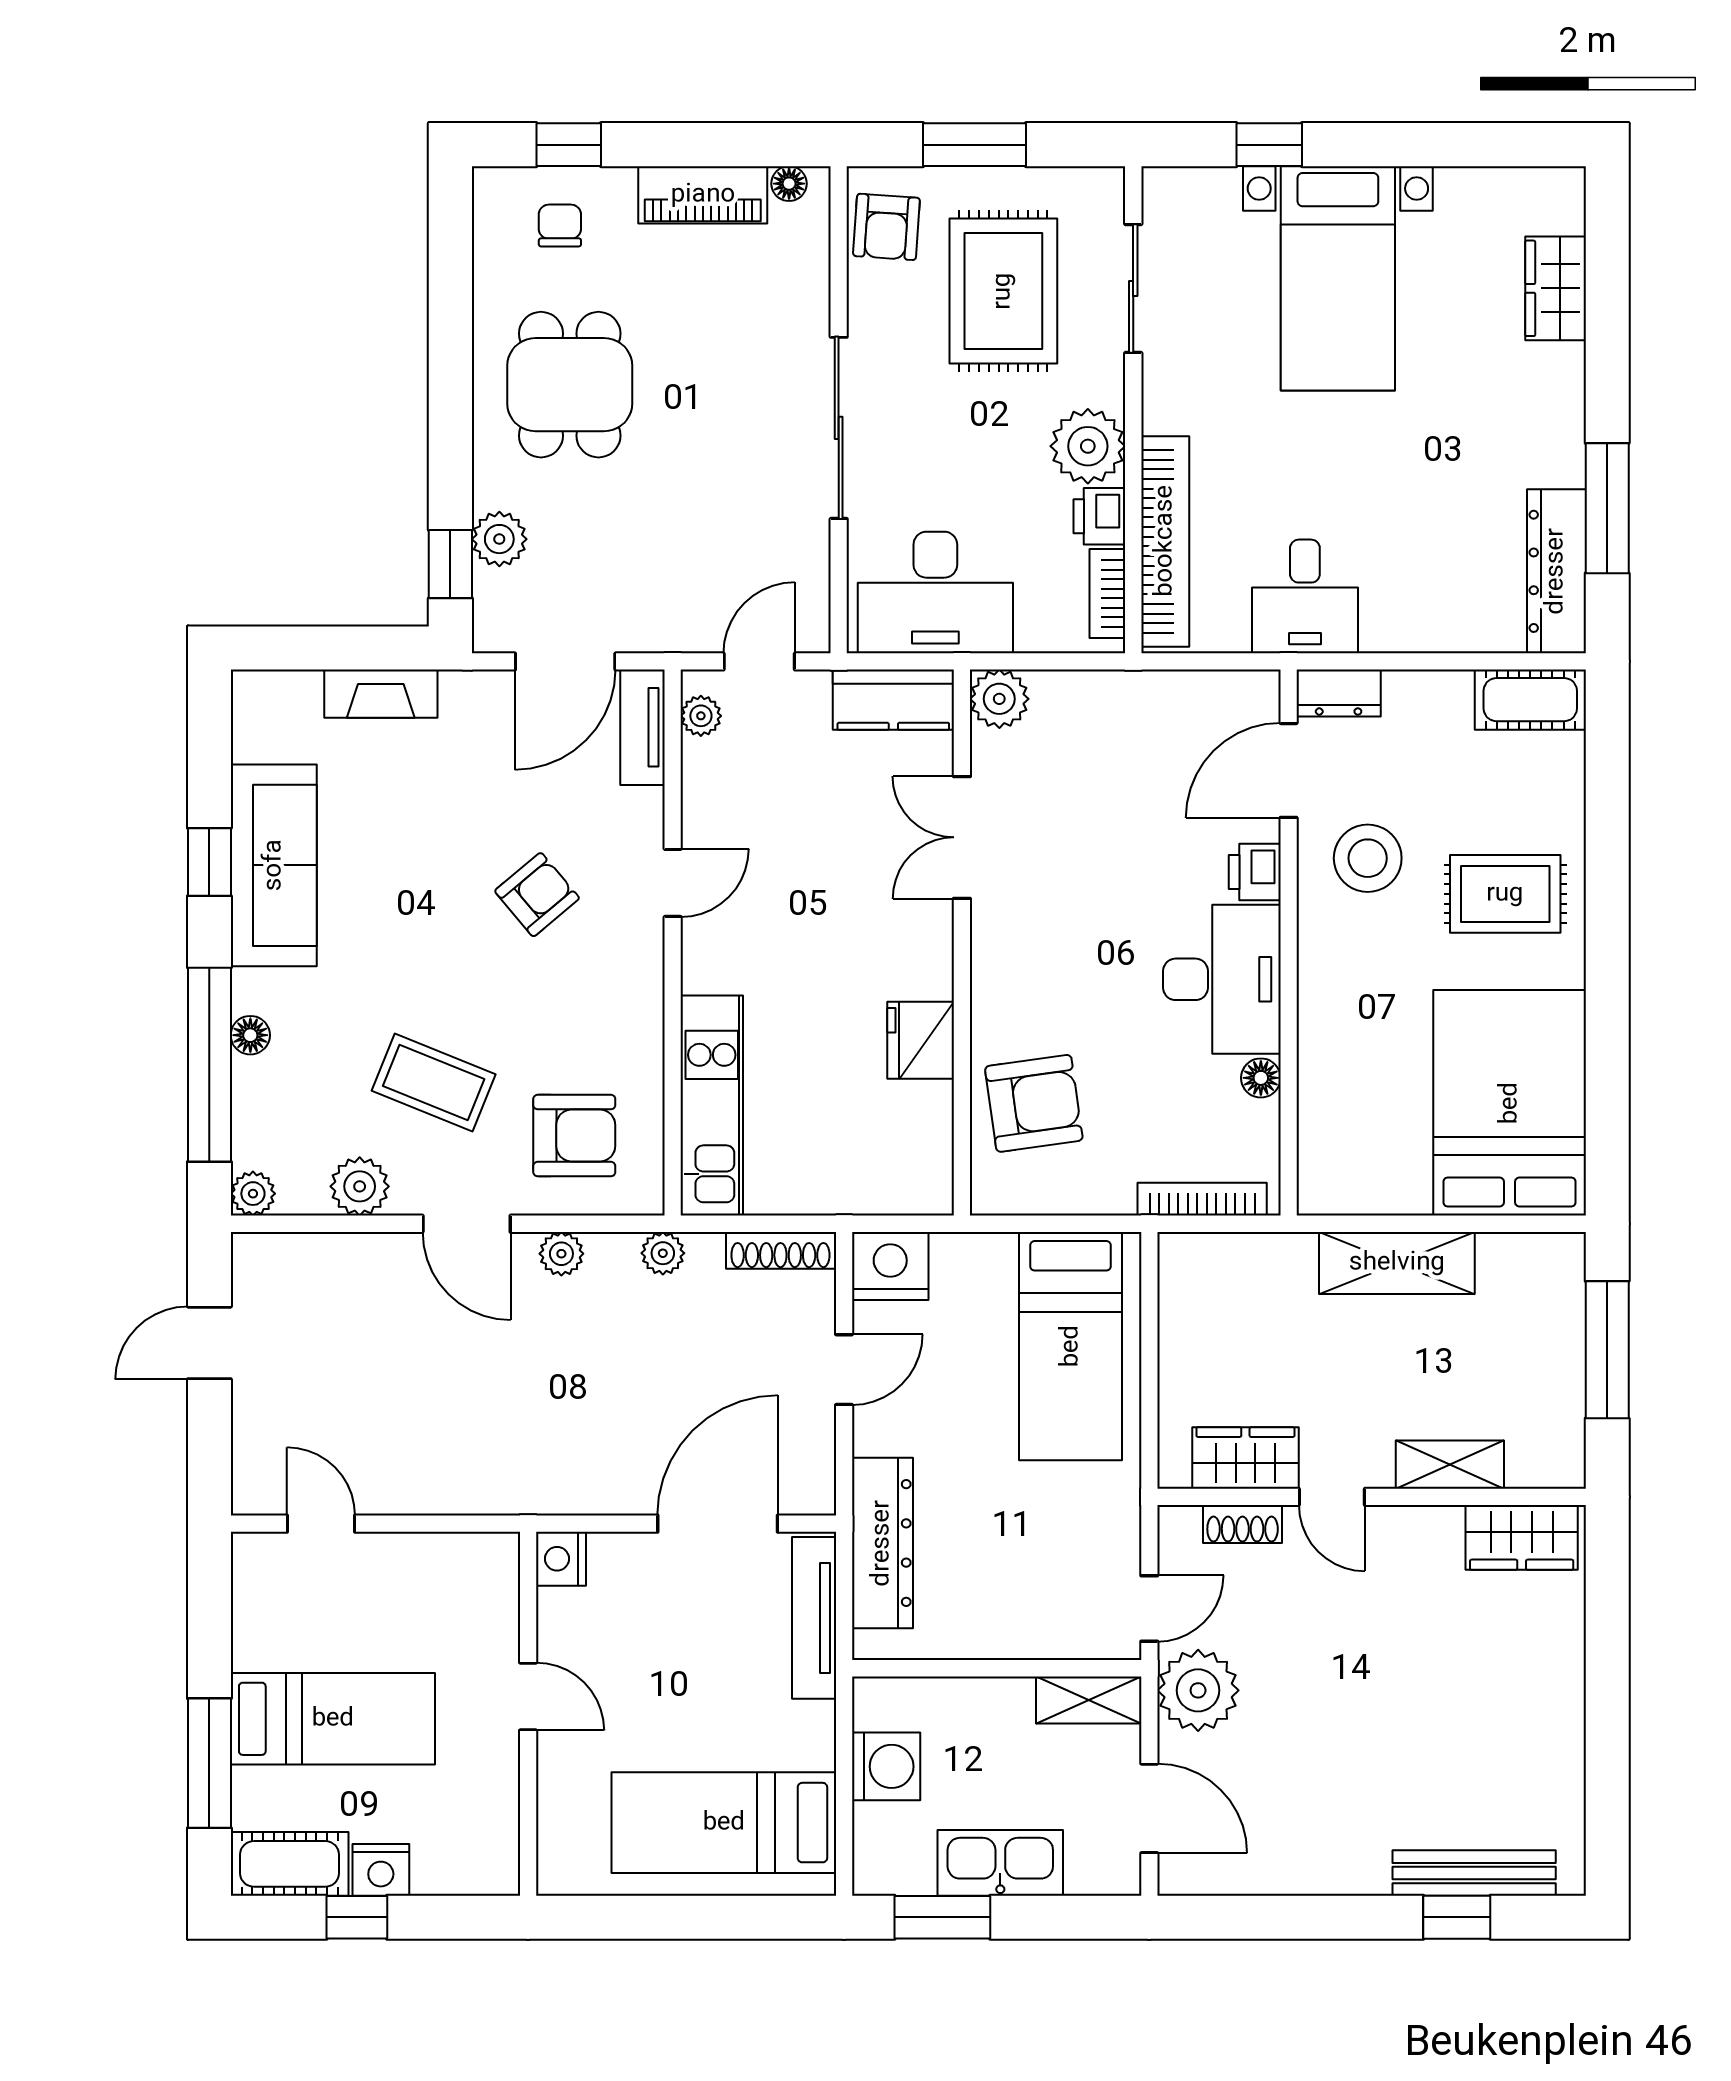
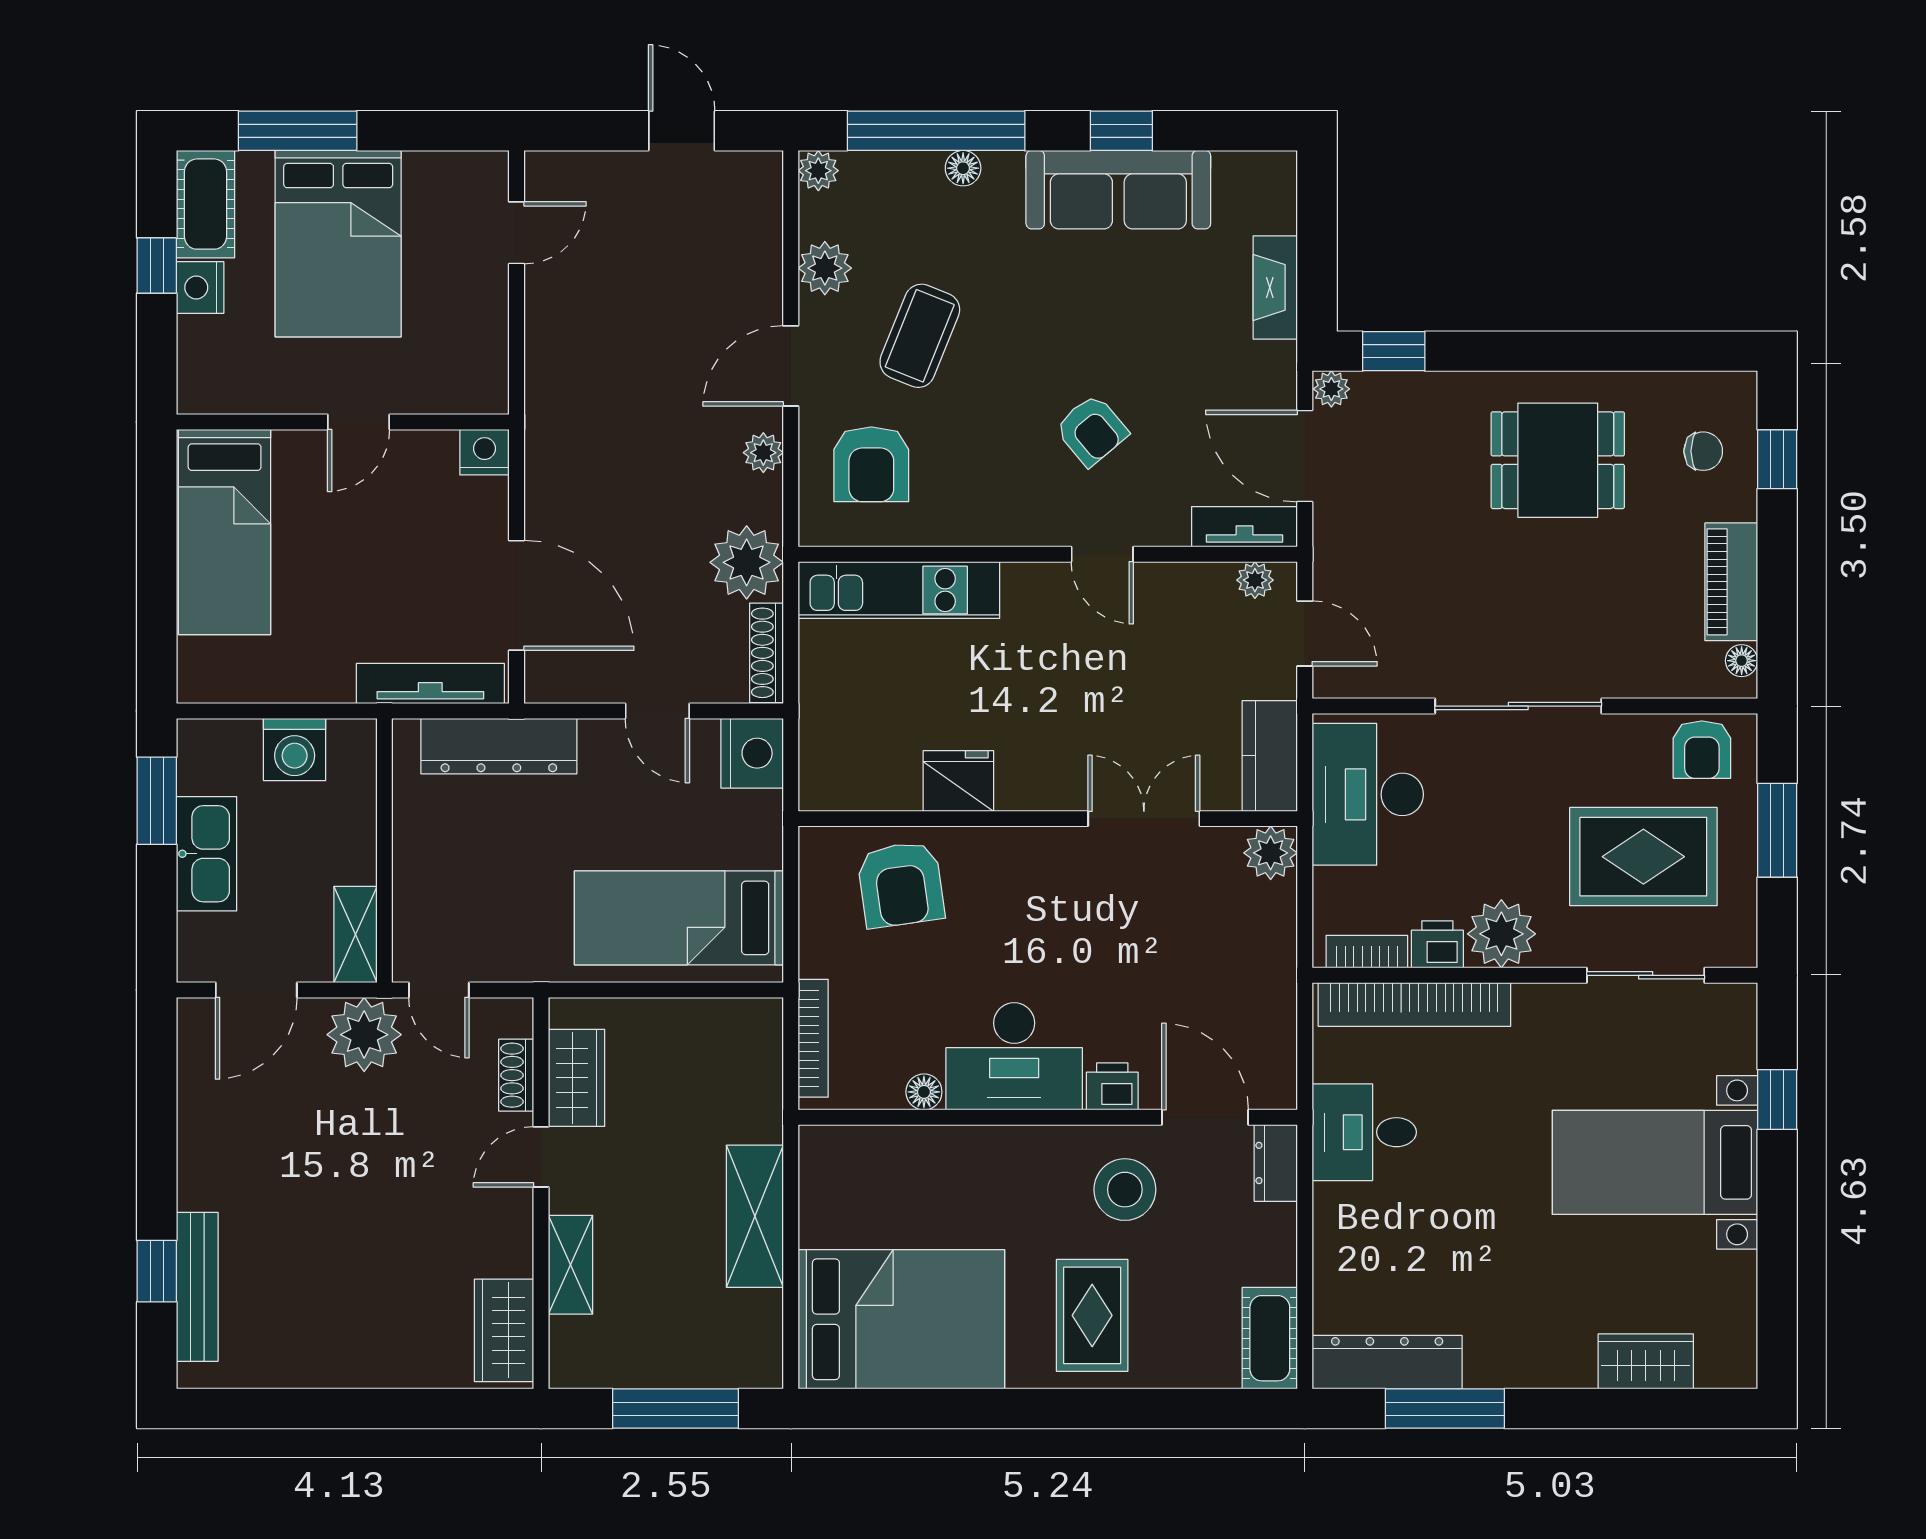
armchair: (886, 227) -> (1702, 750), turned -94
plant: (499, 539) -> (1331, 389), moved, width x0.73, depth x0.73
plant: (663, 1253) -> (747, 562), width x1.87, depth x1.87
bed: (333, 1719) -> (338, 244), width x1.50
bed: (724, 1823) -> (225, 532), moved, turned 180

